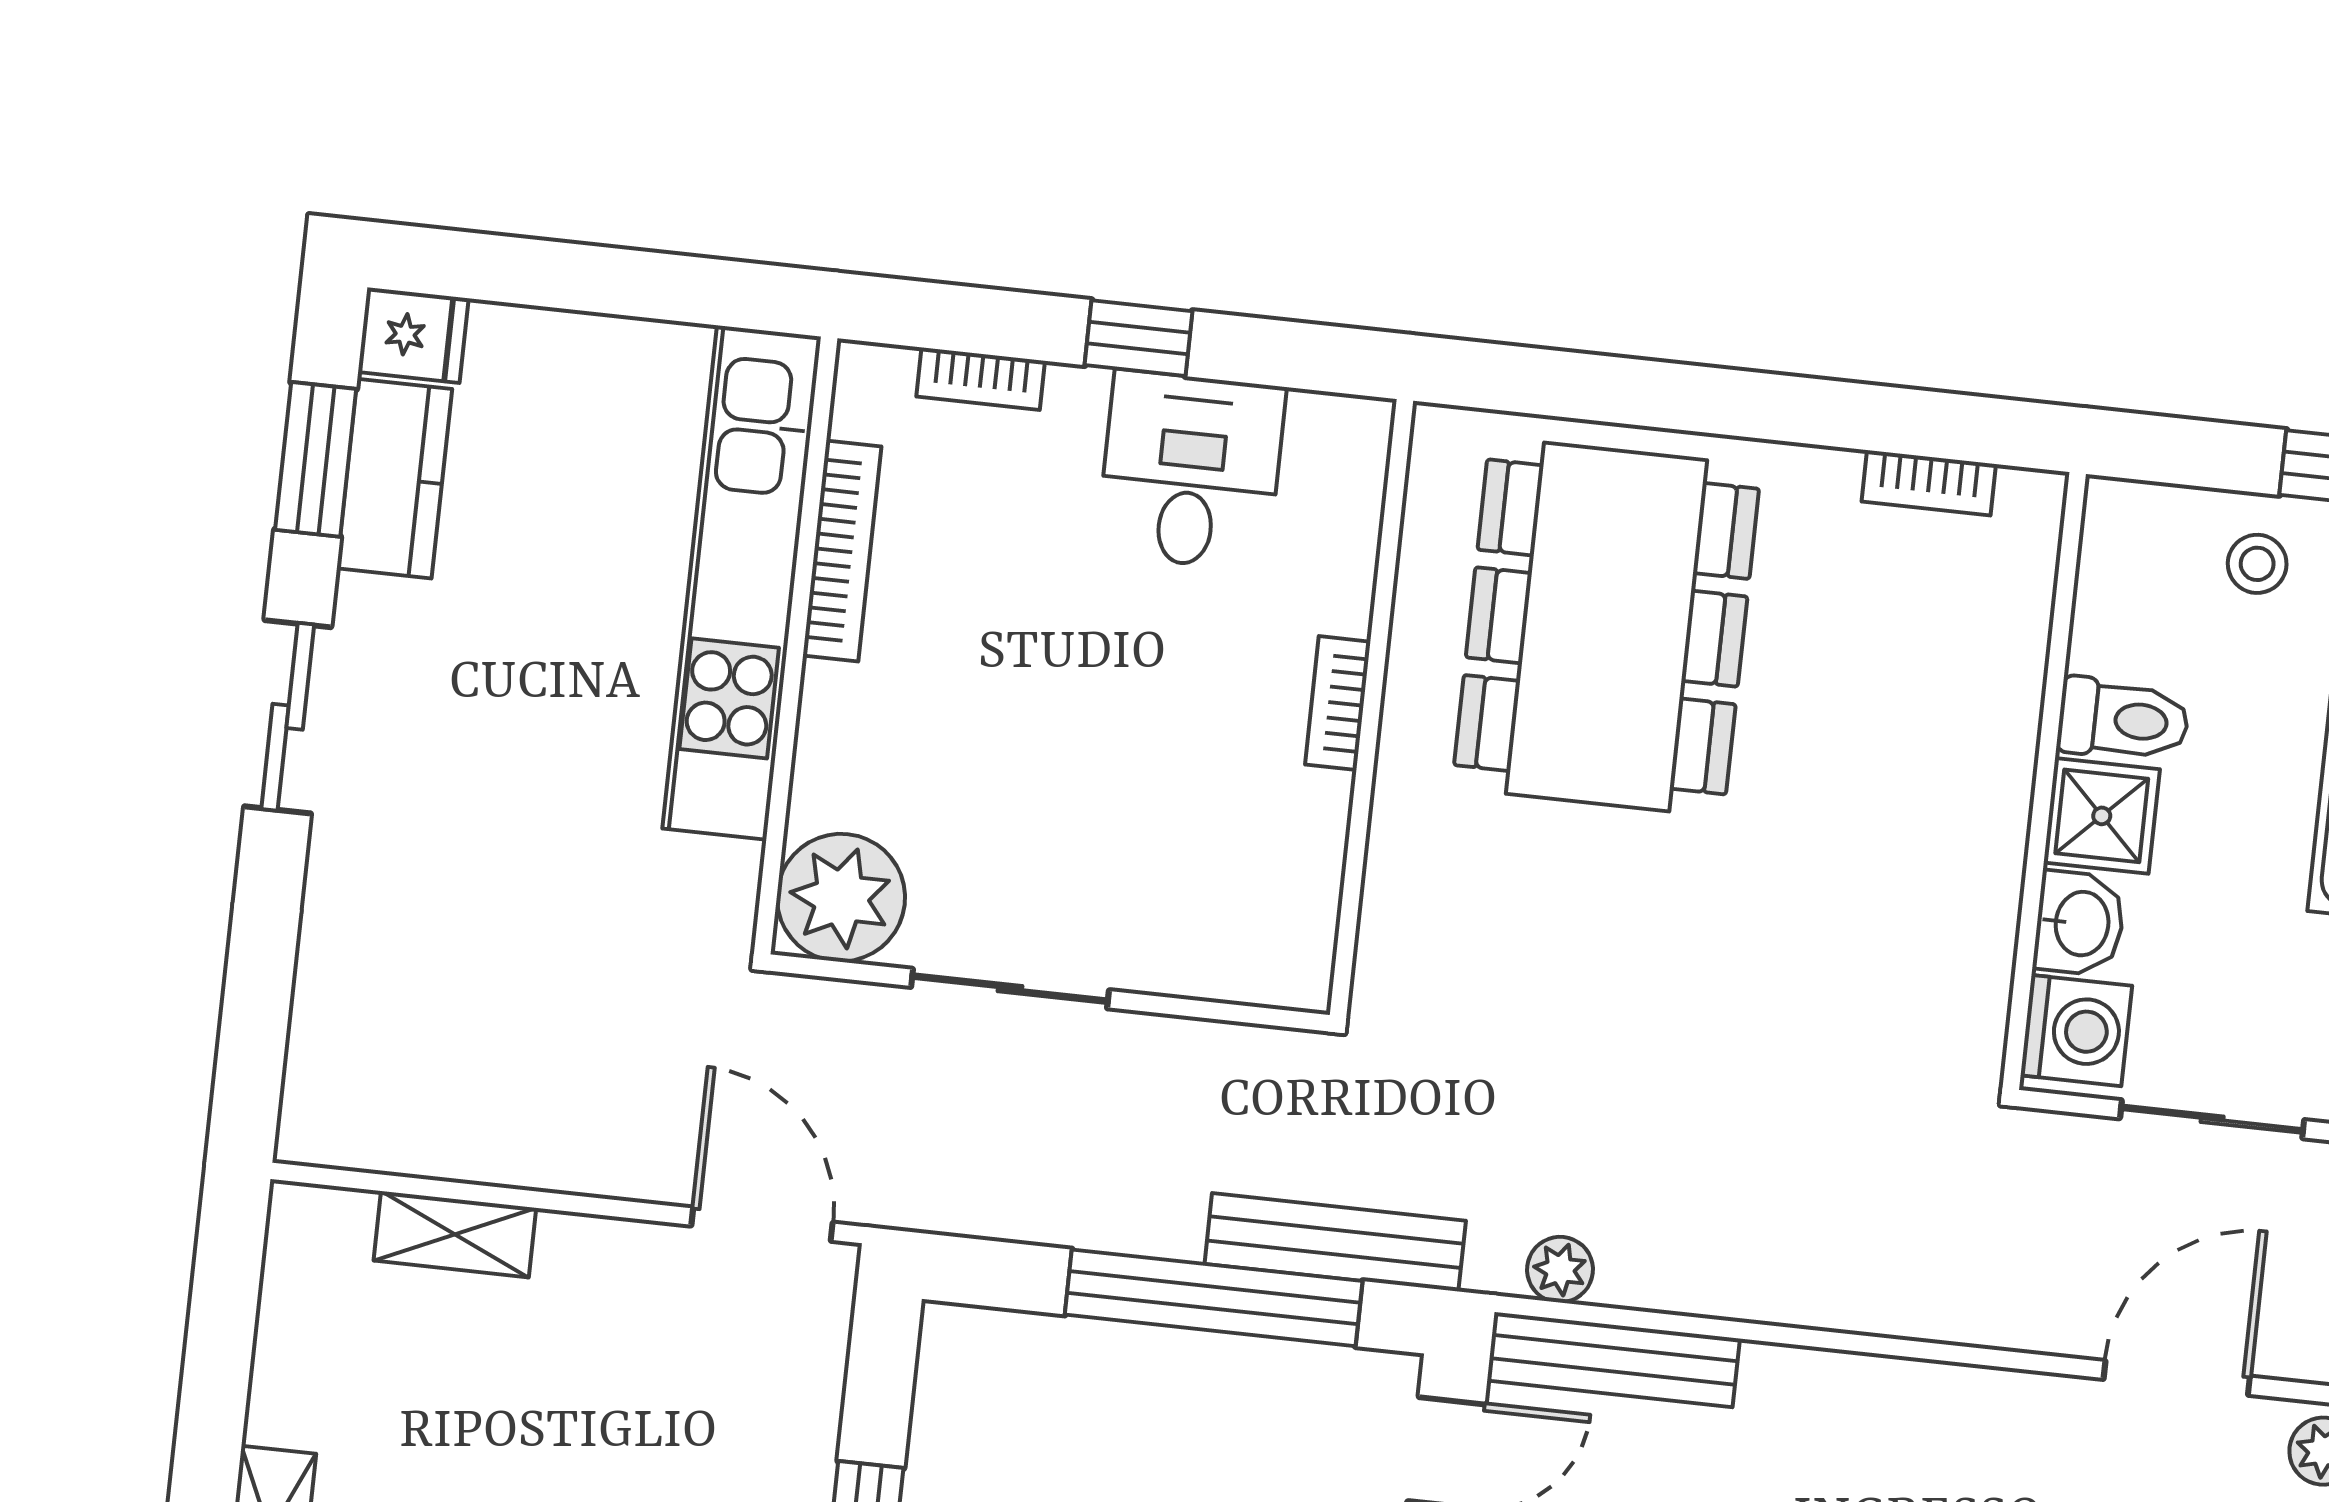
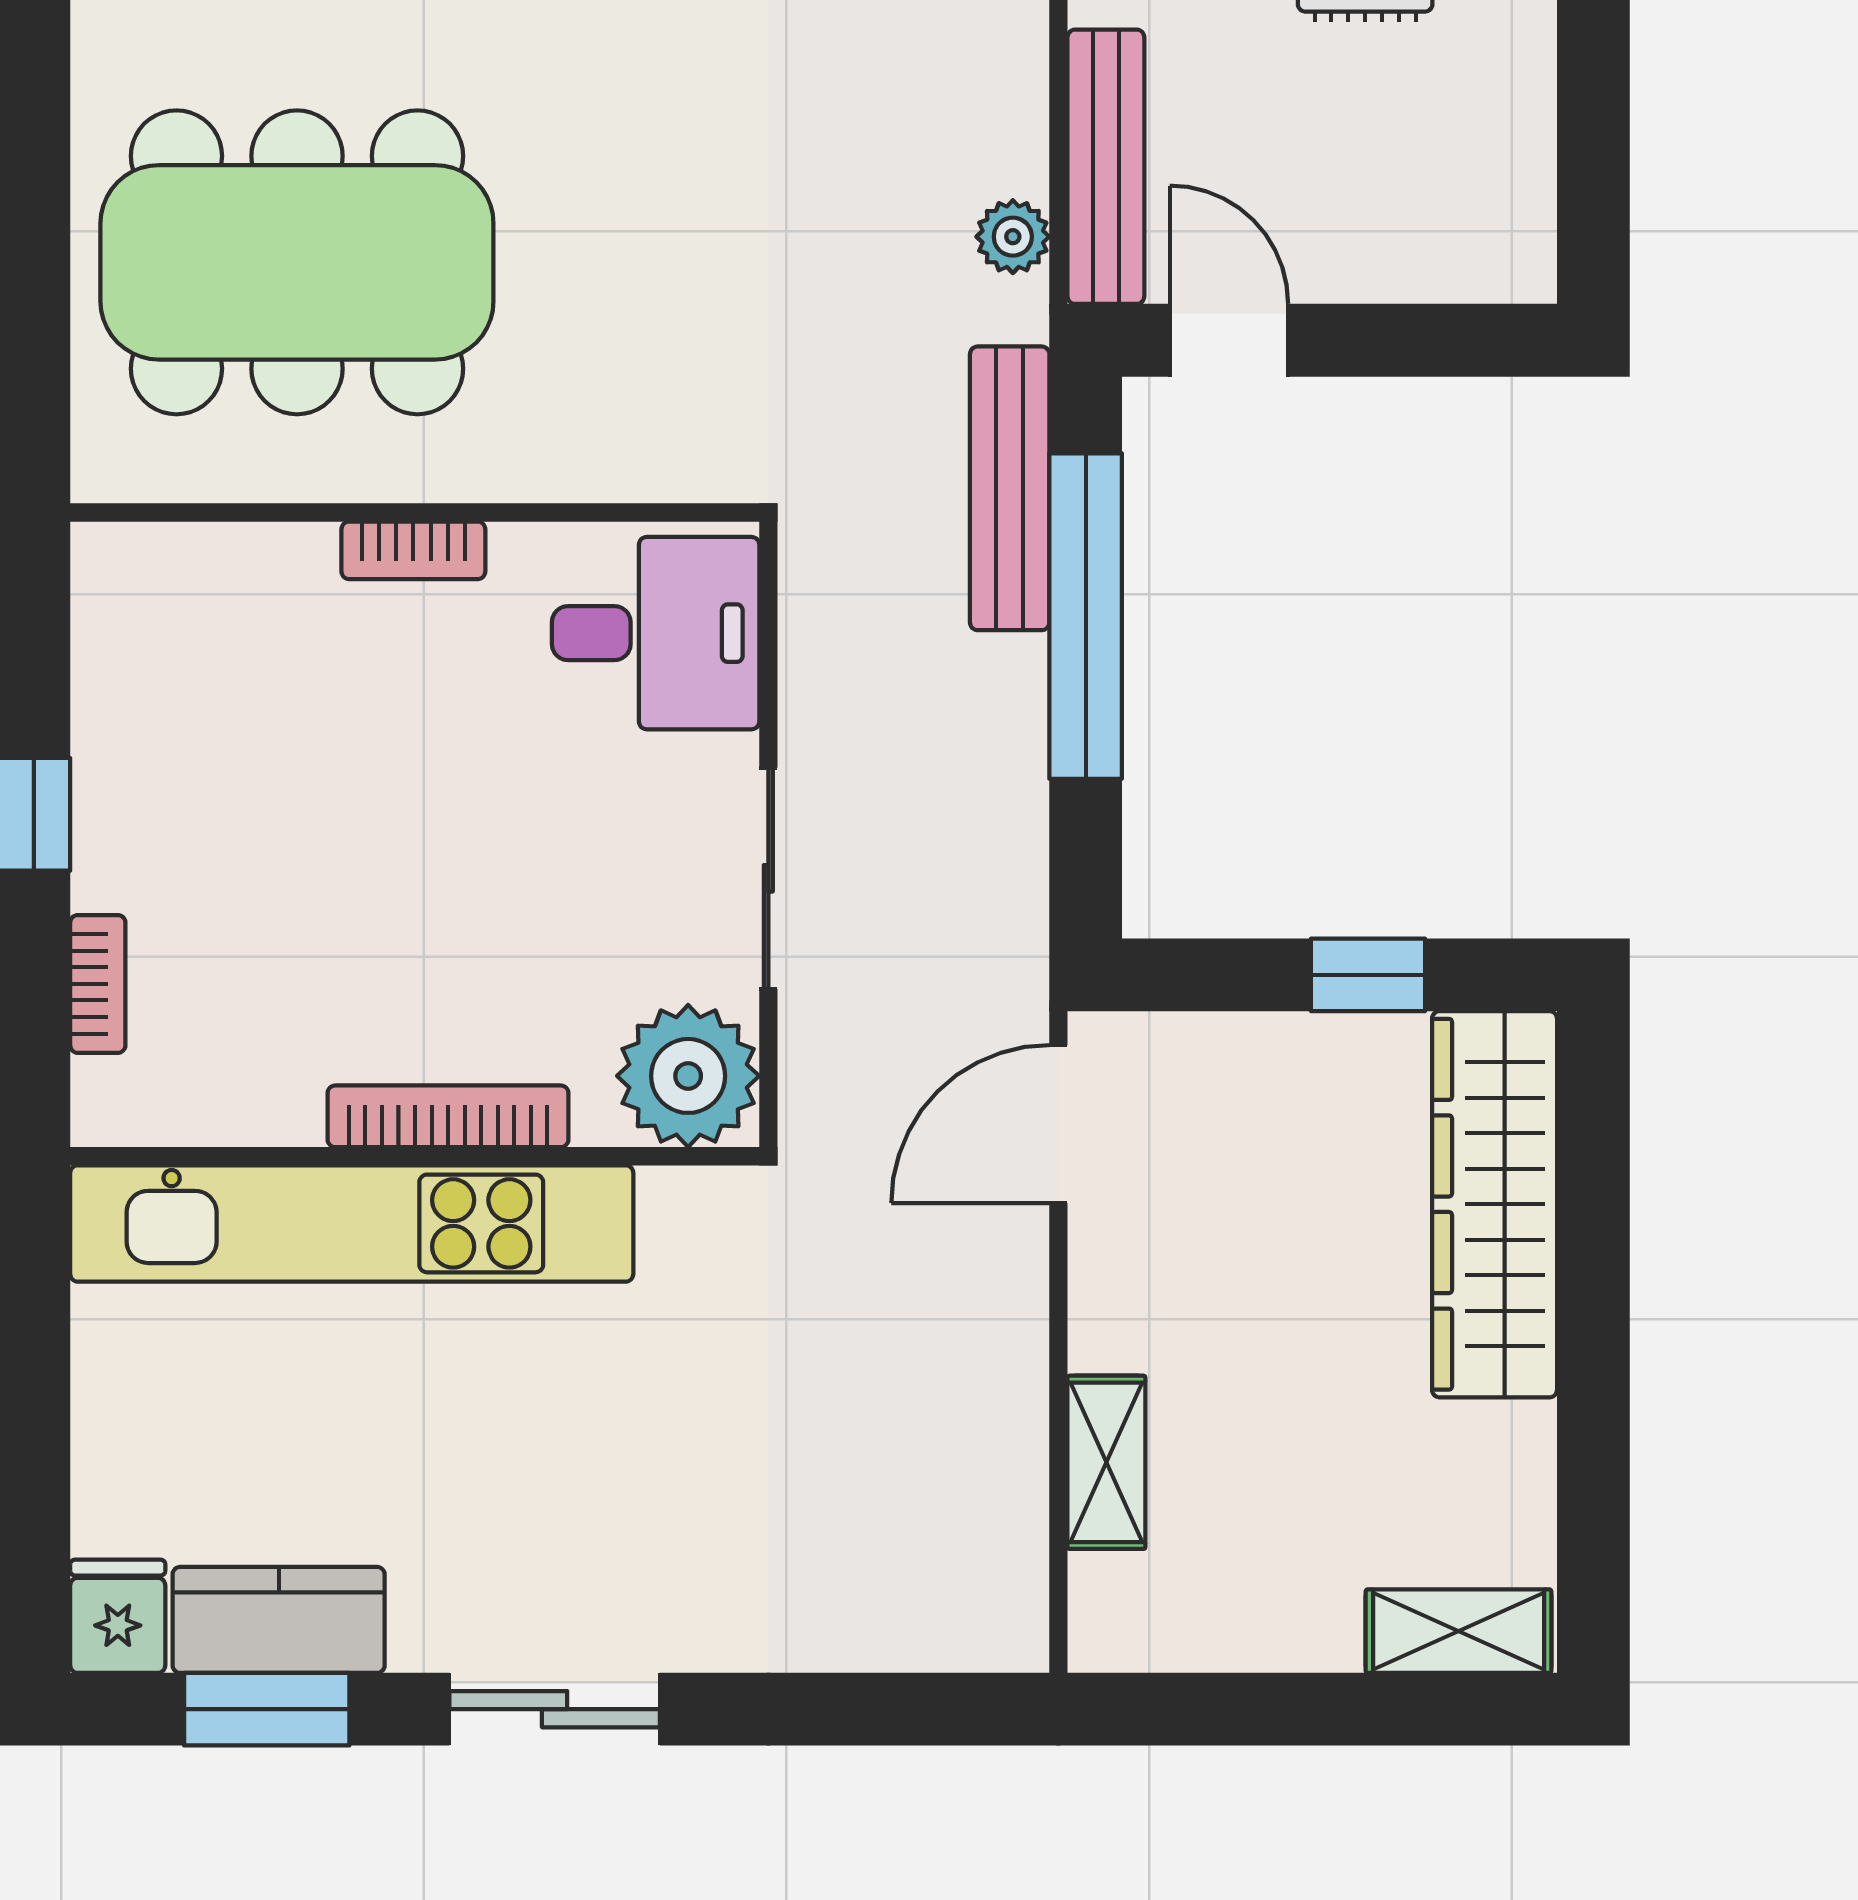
desk: (1191, 470) -> (656, 633), moved, turned 180
bookcase: (842, 551) -> (448, 1116), moved

